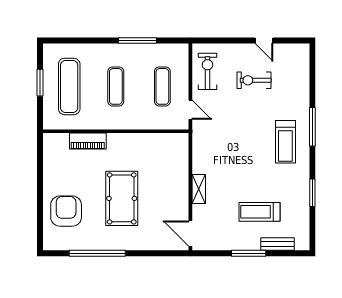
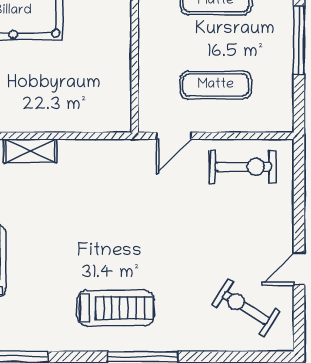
exercise bike: (254, 80) -> (246, 308), moved, turned -58
treadmill: (285, 142) -> (116, 308), turned 180

